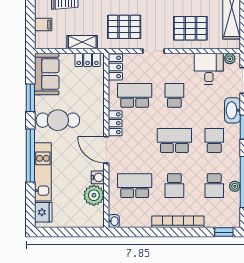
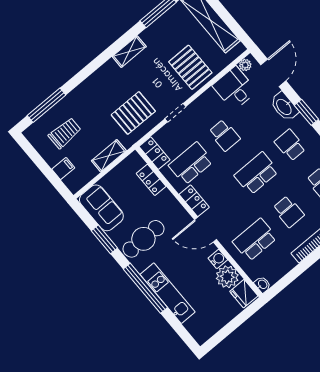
pallet: (190, 28) -> (190, 67), turned 90
locker: (88, 60) -> (151, 180), moved, turned 90
school desk: (174, 95) -> (224, 135), turned 180
fridge: (43, 212) -> (244, 294), moved, turned 180

